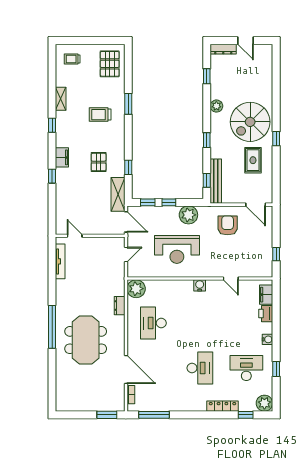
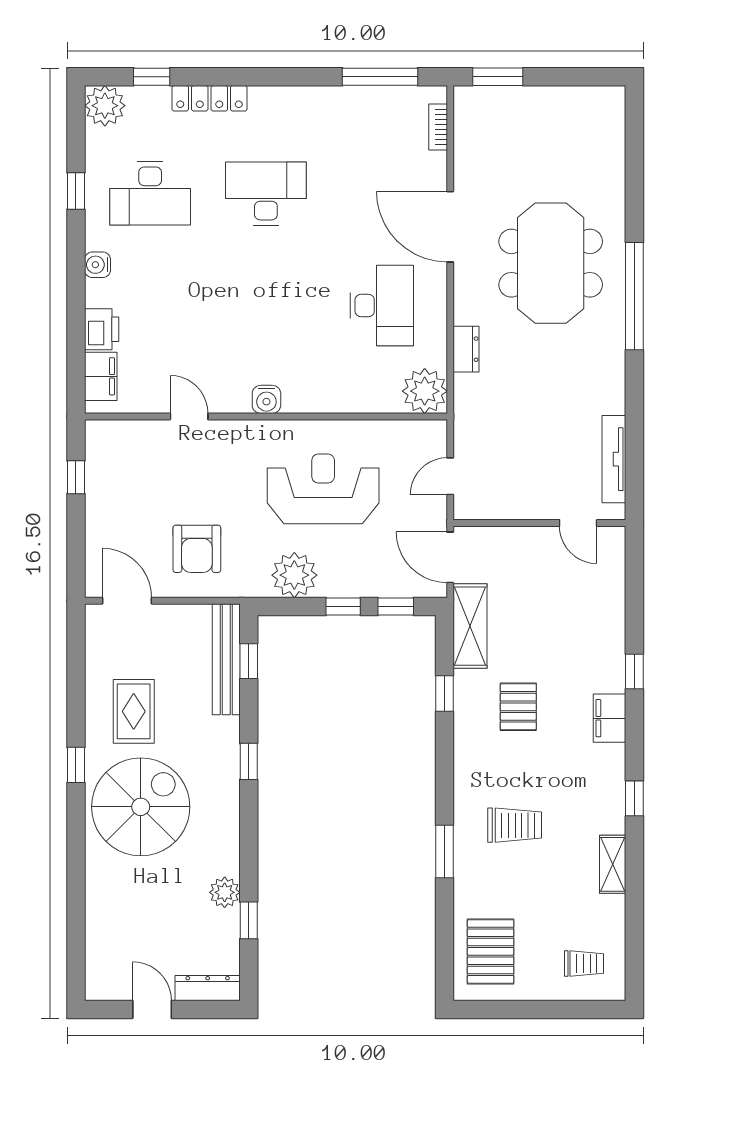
plant: (216, 106) -> (225, 892), moved
desk: (200, 368) -> (266, 193), turned 90
door: (126, 370) -> (450, 227), moved

